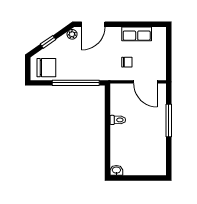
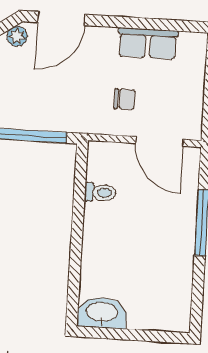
toilet: (118, 120) -> (100, 193), moved
washbasin: (116, 170) -> (102, 313), width x1.91, depth x1.45

